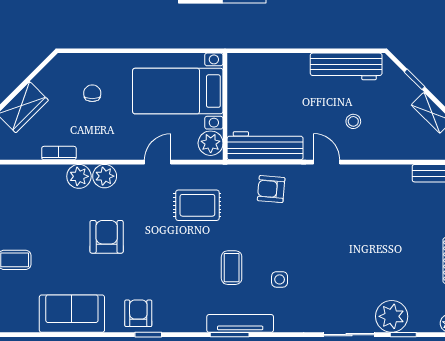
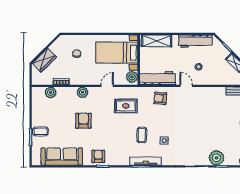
shelving: (263, 66) -> (157, 41), added
plant: (79, 176) -> (51, 92), moved
sofa: (72, 314) -> (62, 157), width x1.36

